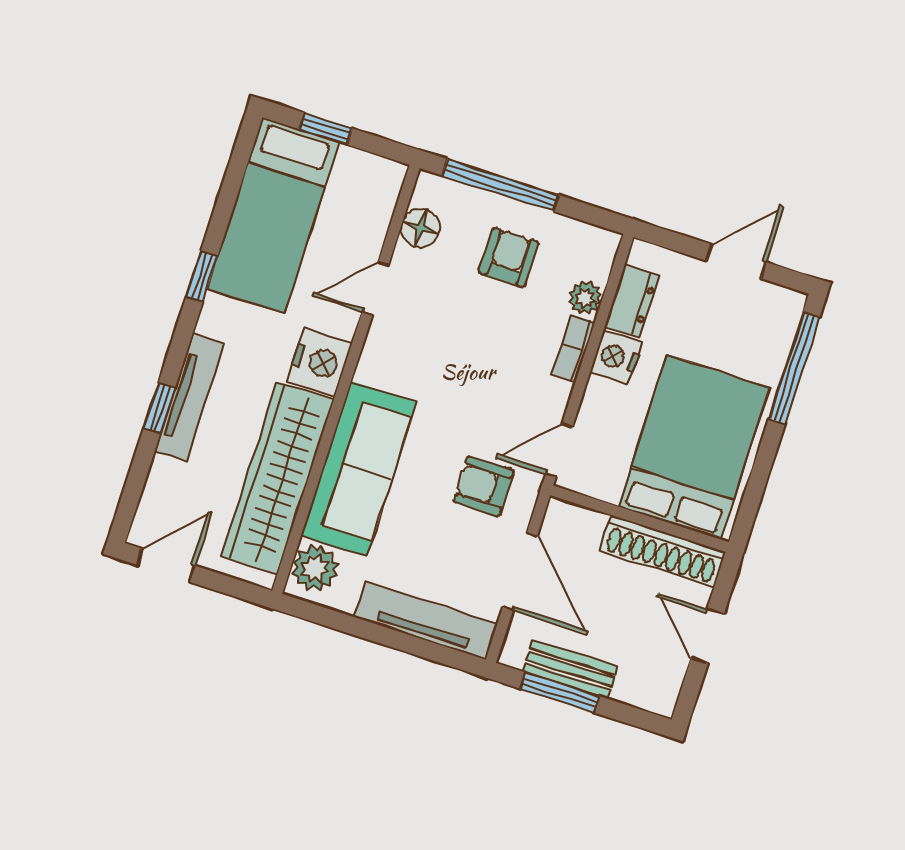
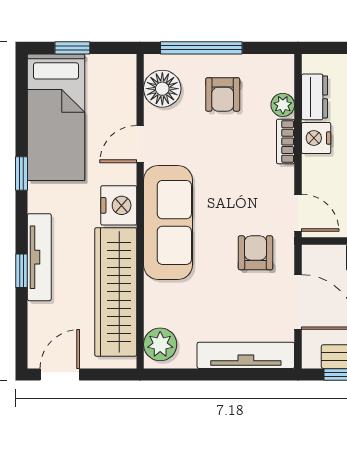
floor lamp: (420, 228) -> (162, 89), width x1.38, depth x1.38
armchair: (509, 257) -> (223, 94), turned 180
door: (559, 450) -> (298, 213), swing flipped
sofa: (359, 469) -> (168, 222), moved
armchair: (484, 486) -> (255, 253), turned 90

